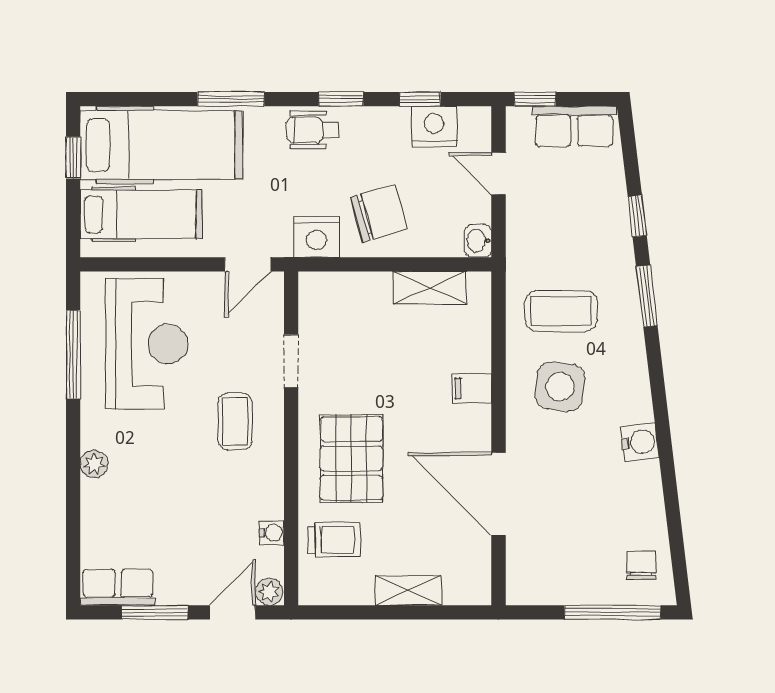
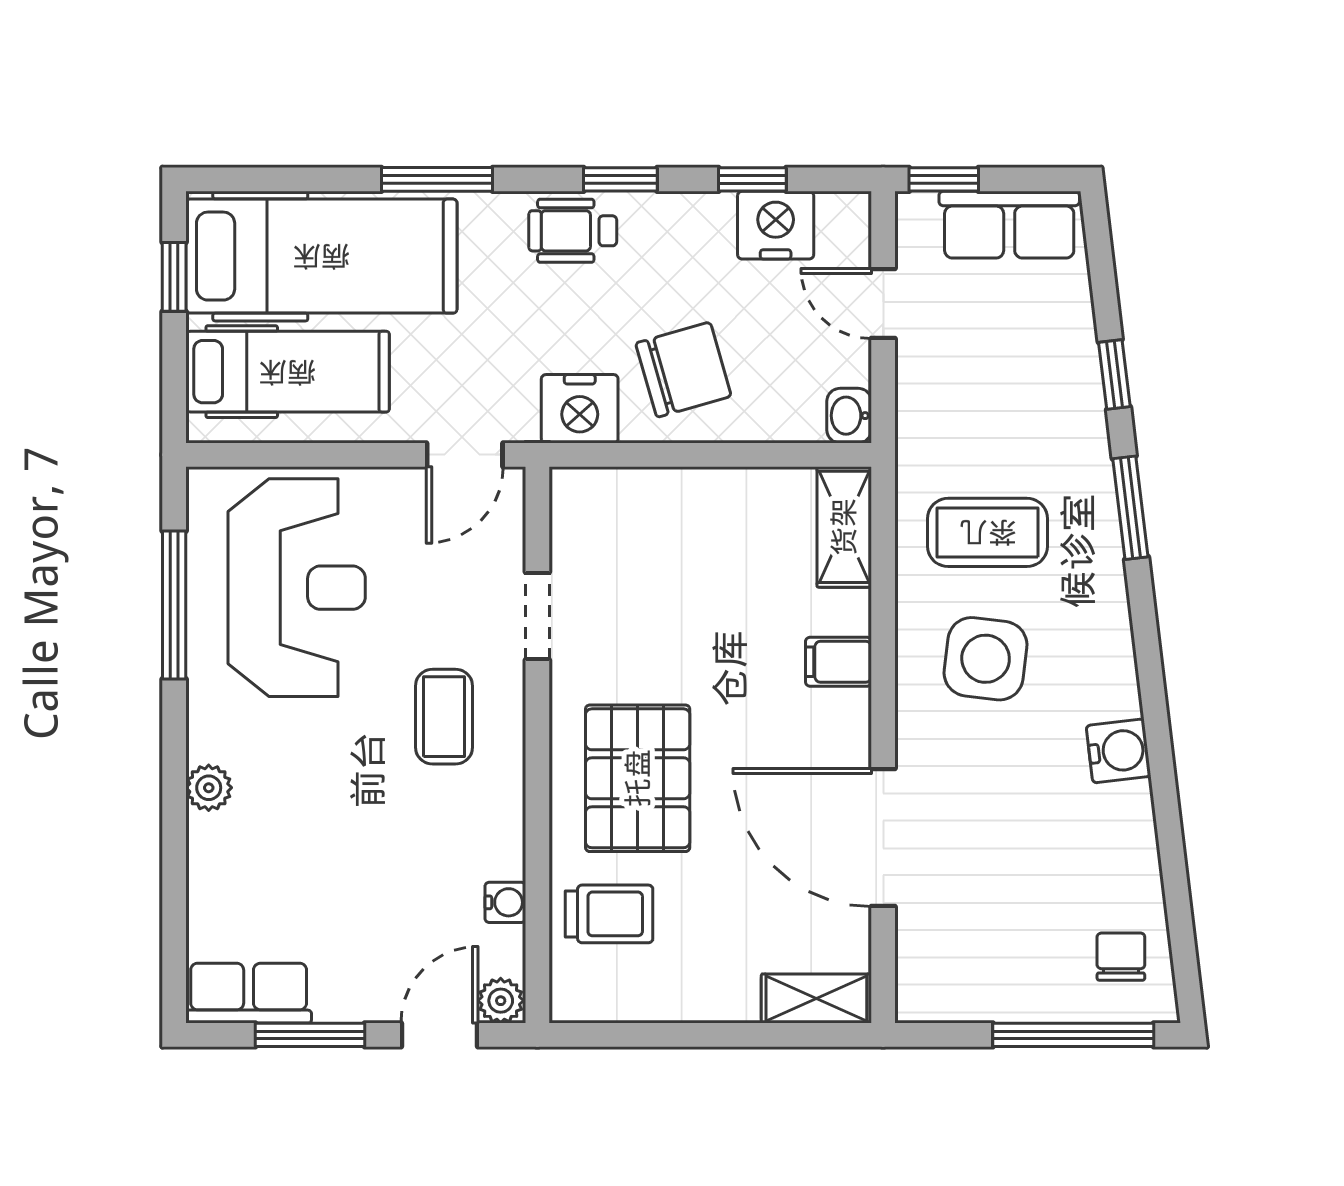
shelving: (430, 288) -> (844, 527), moved, turned 90
shelving: (408, 590) -> (816, 999), moved

